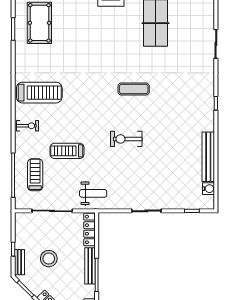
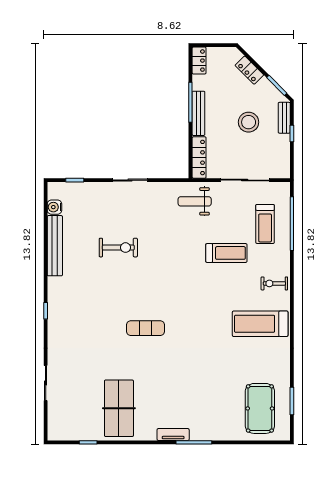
exercise bike: (126, 139) -> (118, 248), moved

